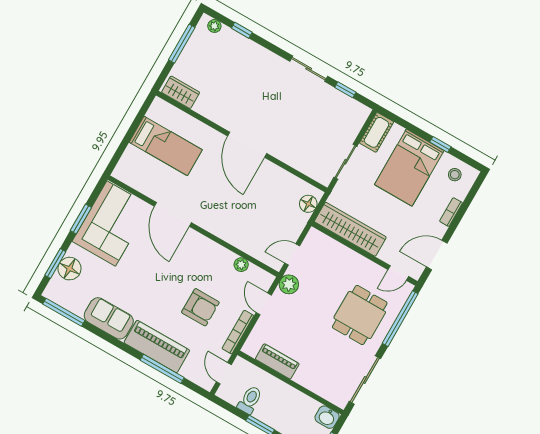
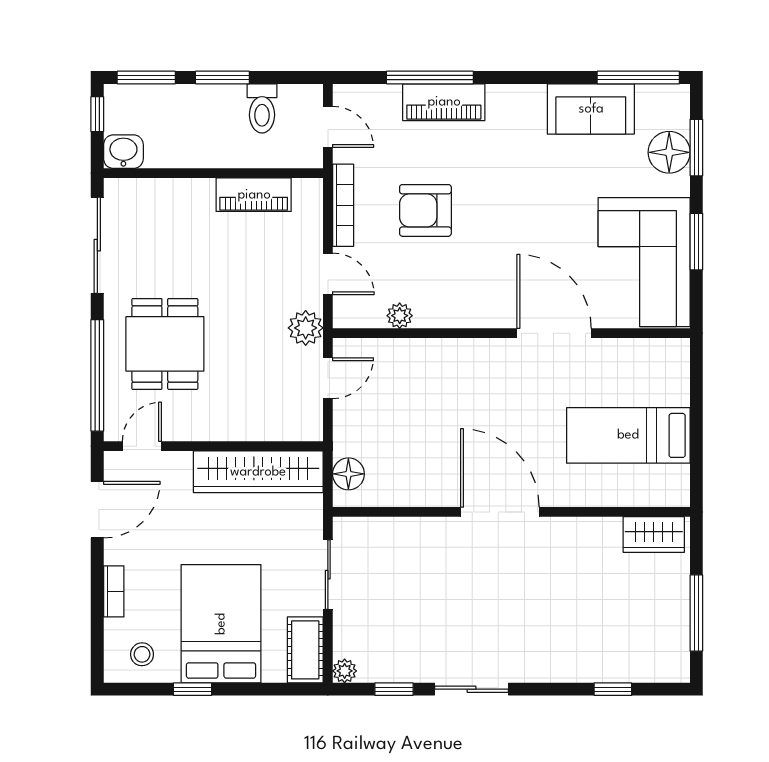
plant: (214, 26) -> (345, 671), moved
sofa: (109, 318) -> (591, 109), moved
piano: (157, 347) -> (444, 102), width x0.73, depth x0.75

